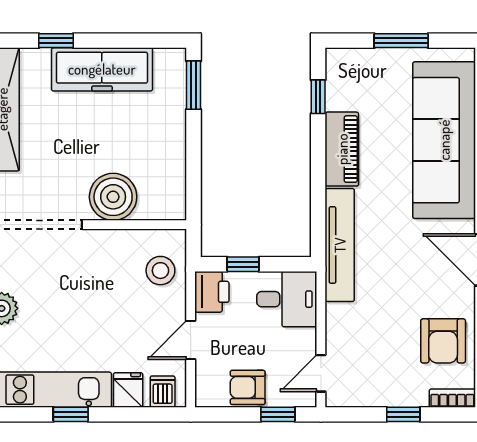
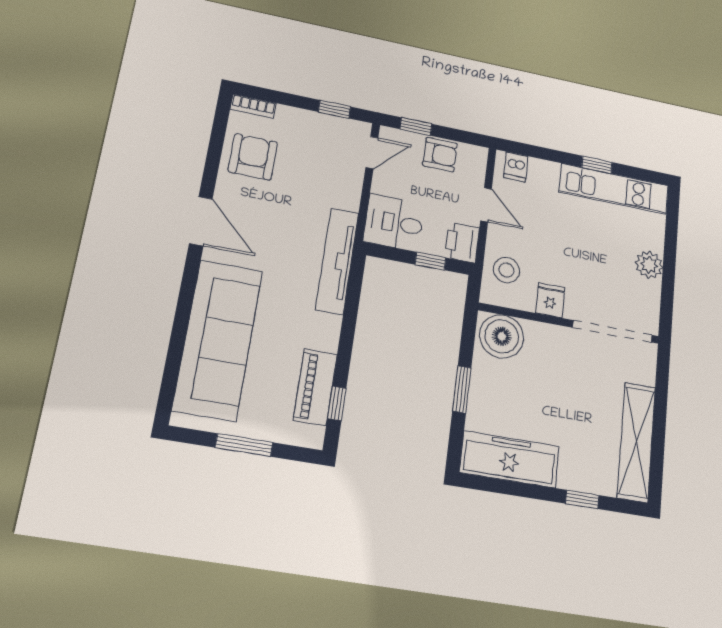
freezer: (102, 69) -> (510, 459), moved
window: (194, 85) -> (462, 389), moved
piano: (342, 149) -> (315, 387), moved
boiler: (113, 197) -> (502, 336), moved
door: (191, 340) -> (486, 205), hinge flipped
fridge: (128, 390) -> (550, 300), moved, turned 180
window: (403, 414) -> (334, 109), moved

